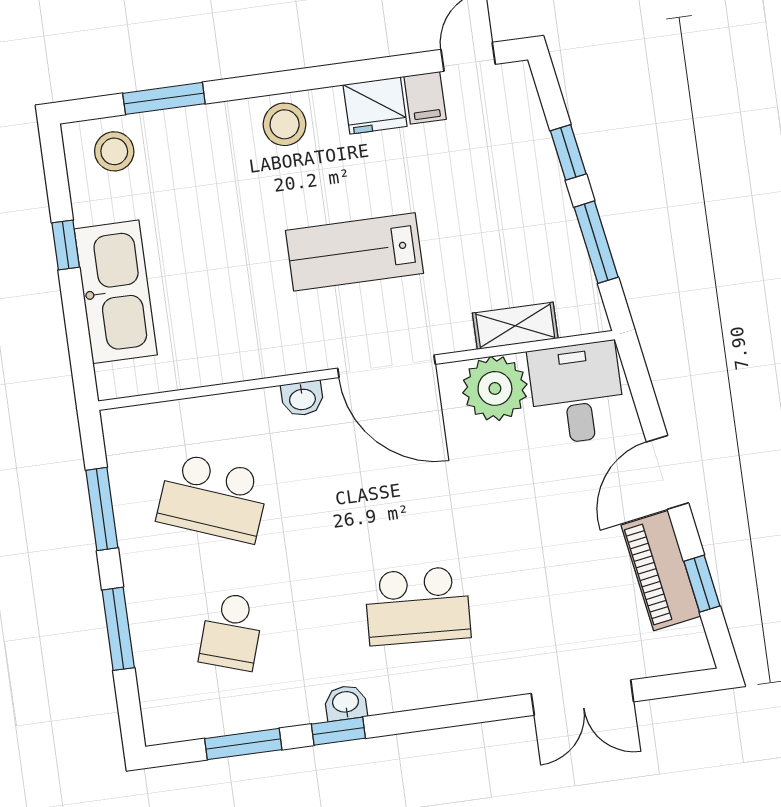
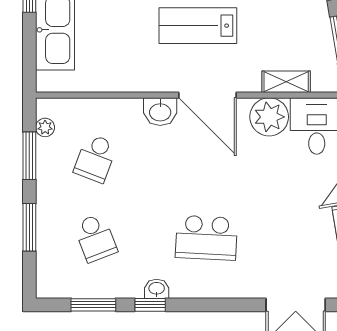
washbasin: (302, 398) -> (160, 112), width x1.38, depth x1.45
plant: (122, 458) -> (45, 127), added
school desk: (213, 498) -> (95, 158), width x0.54
school desk: (231, 631) -> (95, 238), turned -39

